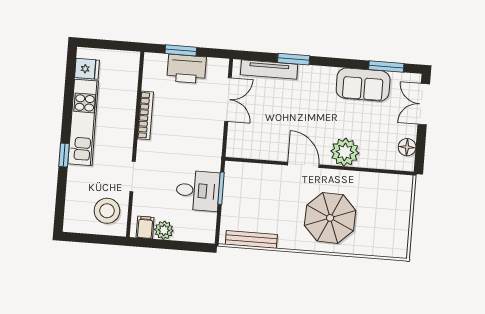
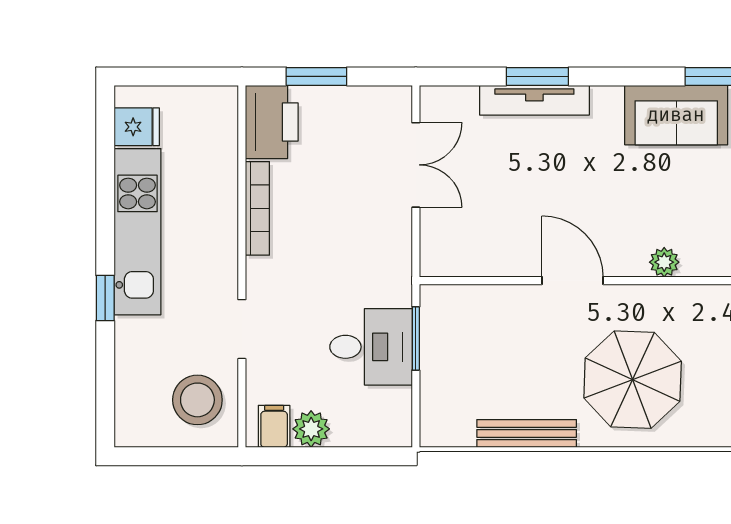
printer: (187, 69) -> (272, 122), moved, turned -90
tv unit: (269, 69) -> (534, 100), moved
plant: (345, 152) -> (664, 262), width x0.53, depth x0.53
bench: (251, 239) -> (527, 433), moved

